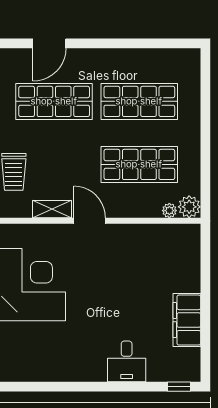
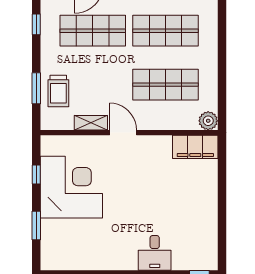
plant: (169, 211) -> (191, 124), removed
filing cabinet: (187, 320) -> (195, 147), moved, turned -90

